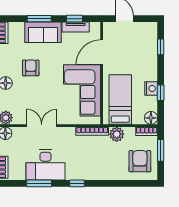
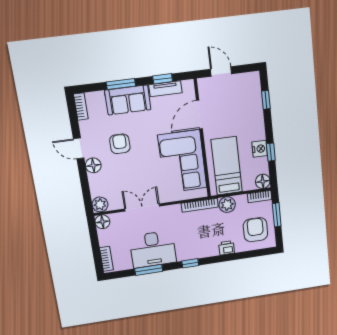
printer: (112, 174) -> (227, 248), added

